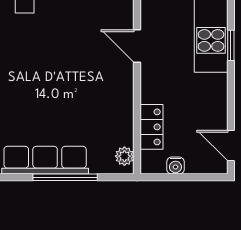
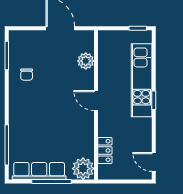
plant: (124, 156) -> (83, 169), width x1.88, depth x1.88
water cooler: (175, 166) -> (120, 174), removed

